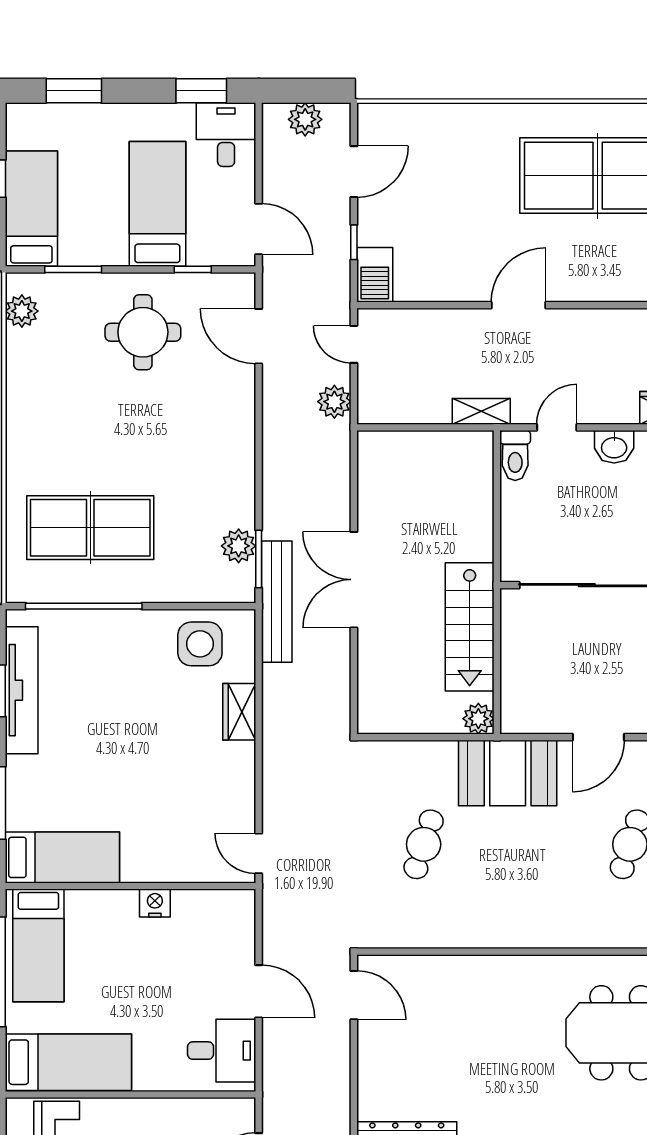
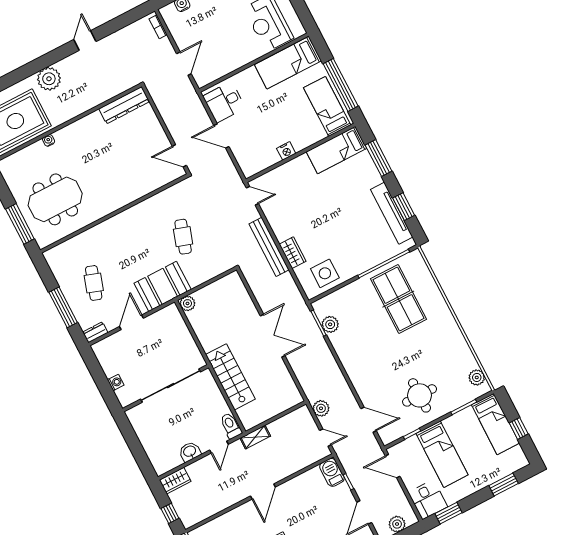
table tennis table: (90, 528) -> (398, 299), turned 90
bench: (277, 602) -> (269, 247), moved
stairs: (470, 627) -> (230, 377), moved

